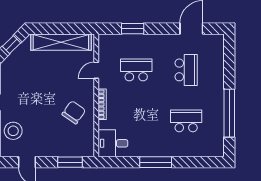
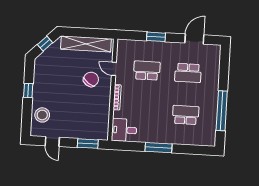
window: (133, 29) -> (156, 37), moved
door: (96, 70) -> (114, 69), hinge flipped
school desk: (186, 70) -> (188, 73), turned 90
chair: (74, 112) -> (91, 79), moved

